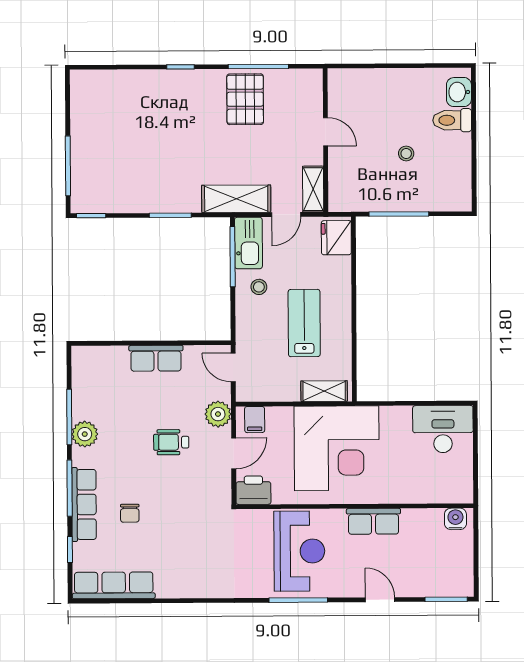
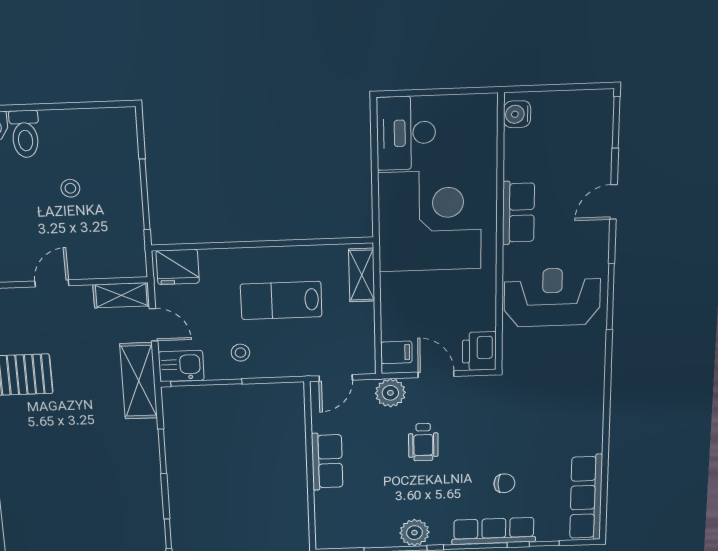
kitchen sink: (248, 243) -> (181, 366), width x0.73
corner desk: (337, 448) -> (430, 221), moved

